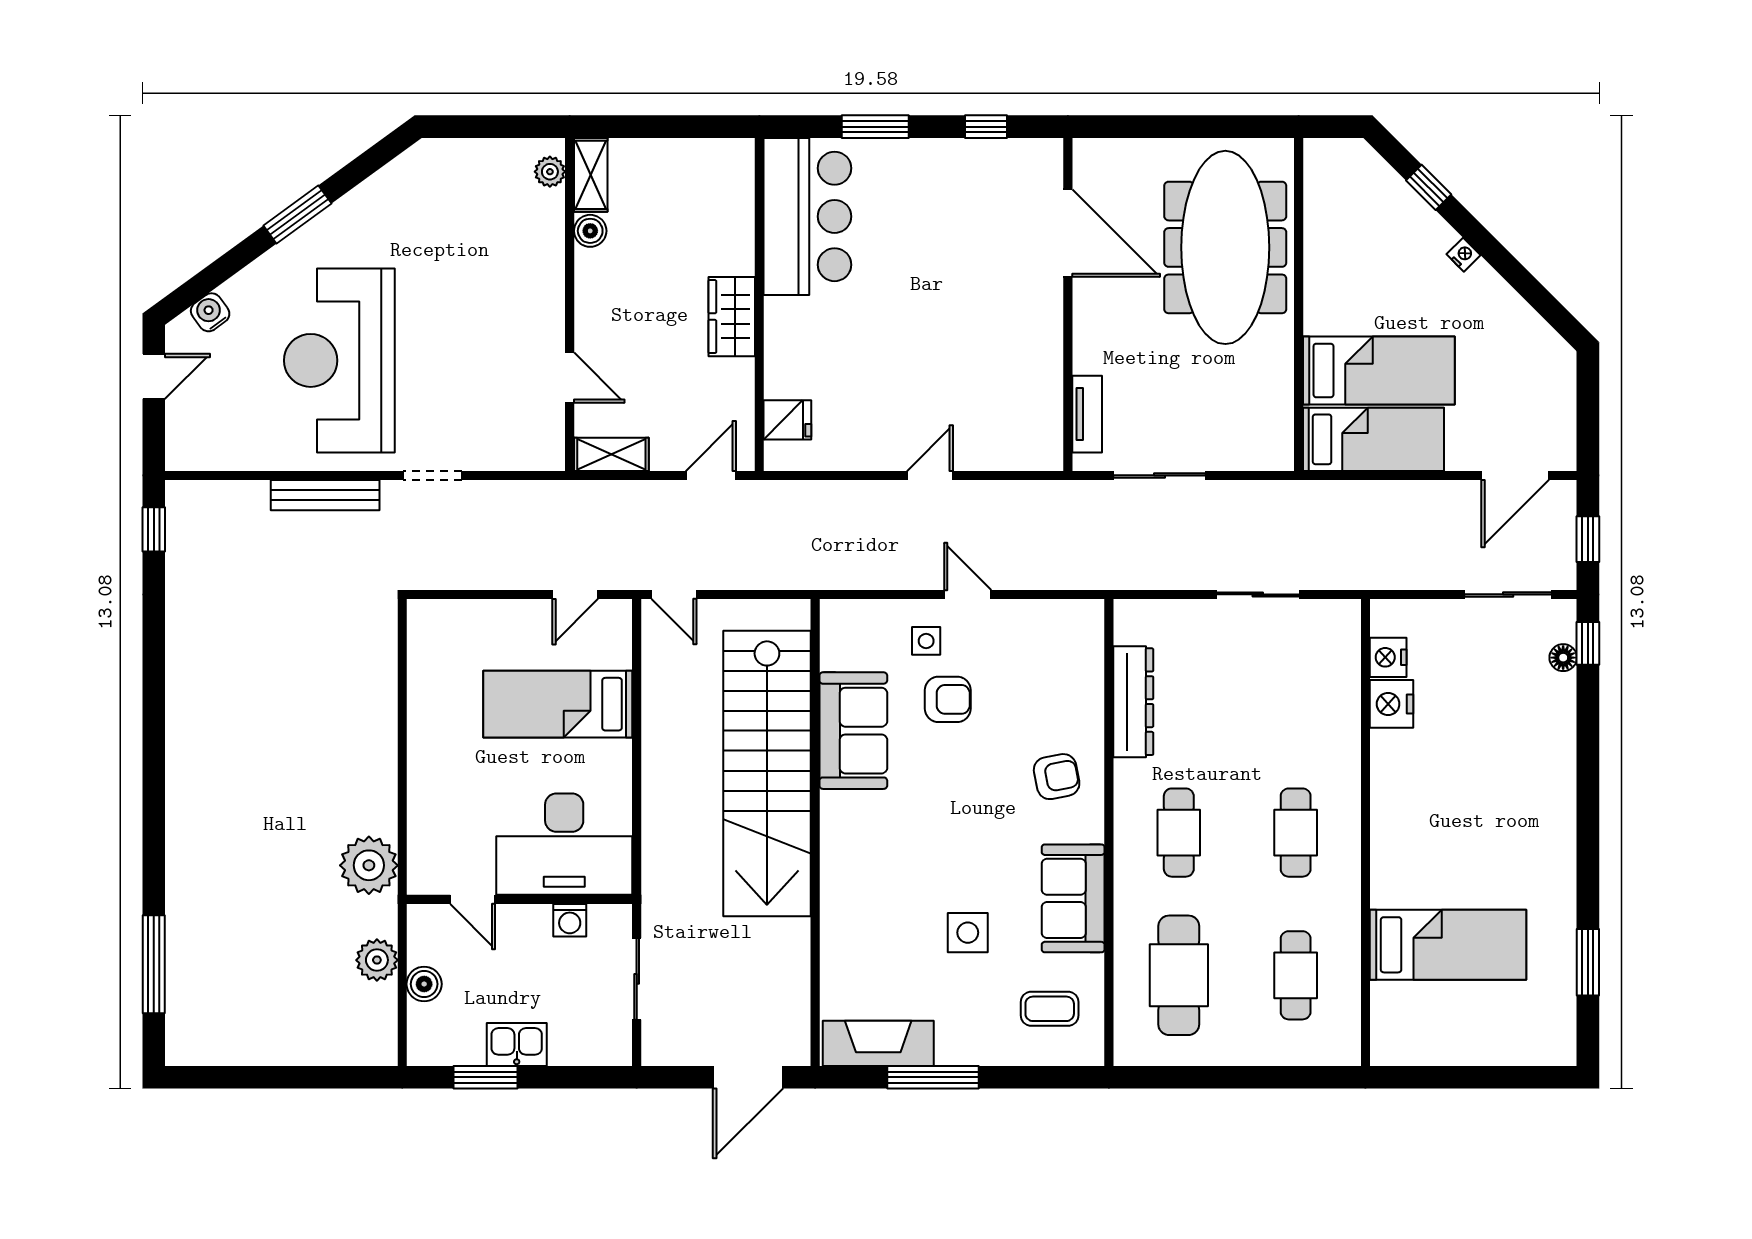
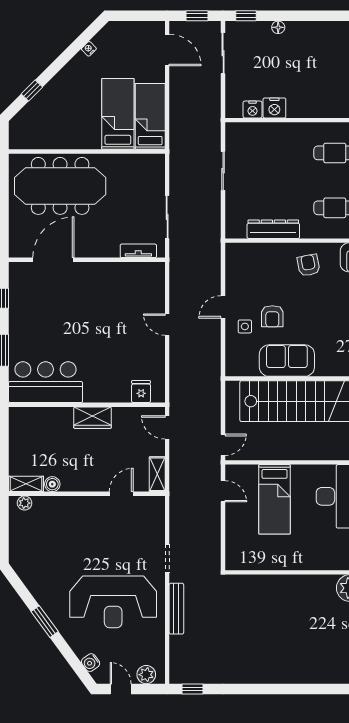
nightstand: (1463, 255) -> (89, 49), moved
plant: (185, 431) -> (146, 675), added
floor lamp: (1563, 658) -> (278, 27), moved
armchair: (948, 699) -> (272, 316), turned 180

